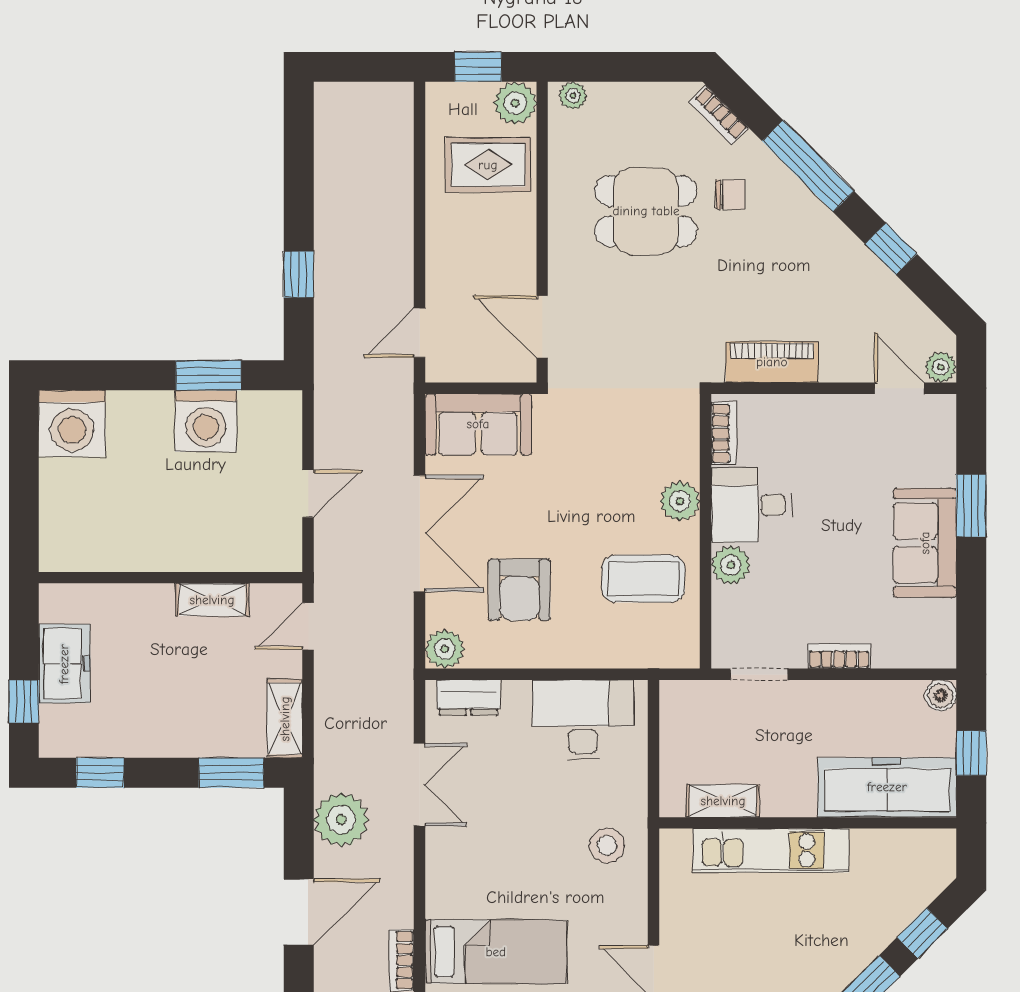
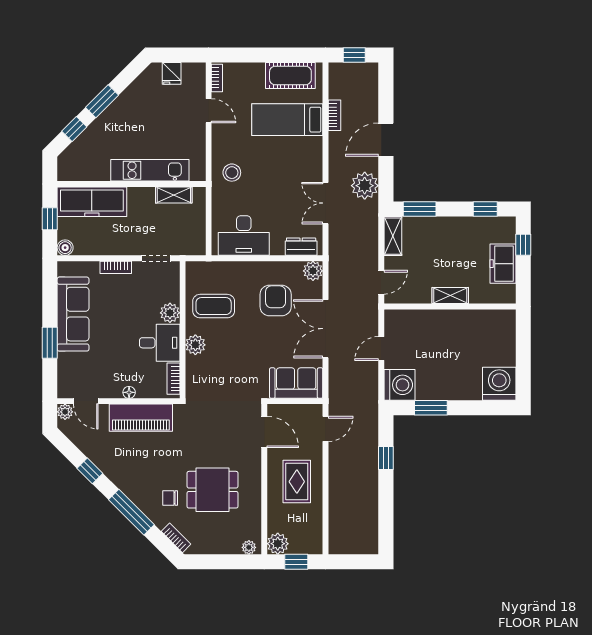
rug: (488, 165) -> (297, 482), moved, turned 90
piano: (772, 362) -> (141, 418), width x1.37, depth x1.33
floor lamp: (813, 406) -> (129, 392), added
washing machine: (206, 421) -> (399, 385), moved, turned 90
sofa: (925, 543) -> (73, 314), width x1.36
shelving: (212, 600) -> (450, 296), moved

